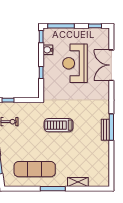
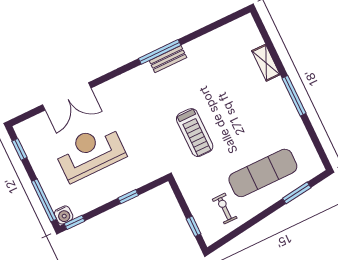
water cooler: (48, 50) -> (64, 215), moved
reception desk: (75, 63) -> (90, 152), turned 180
exercise mat: (35, 169) -> (263, 173), moved, turned 90

